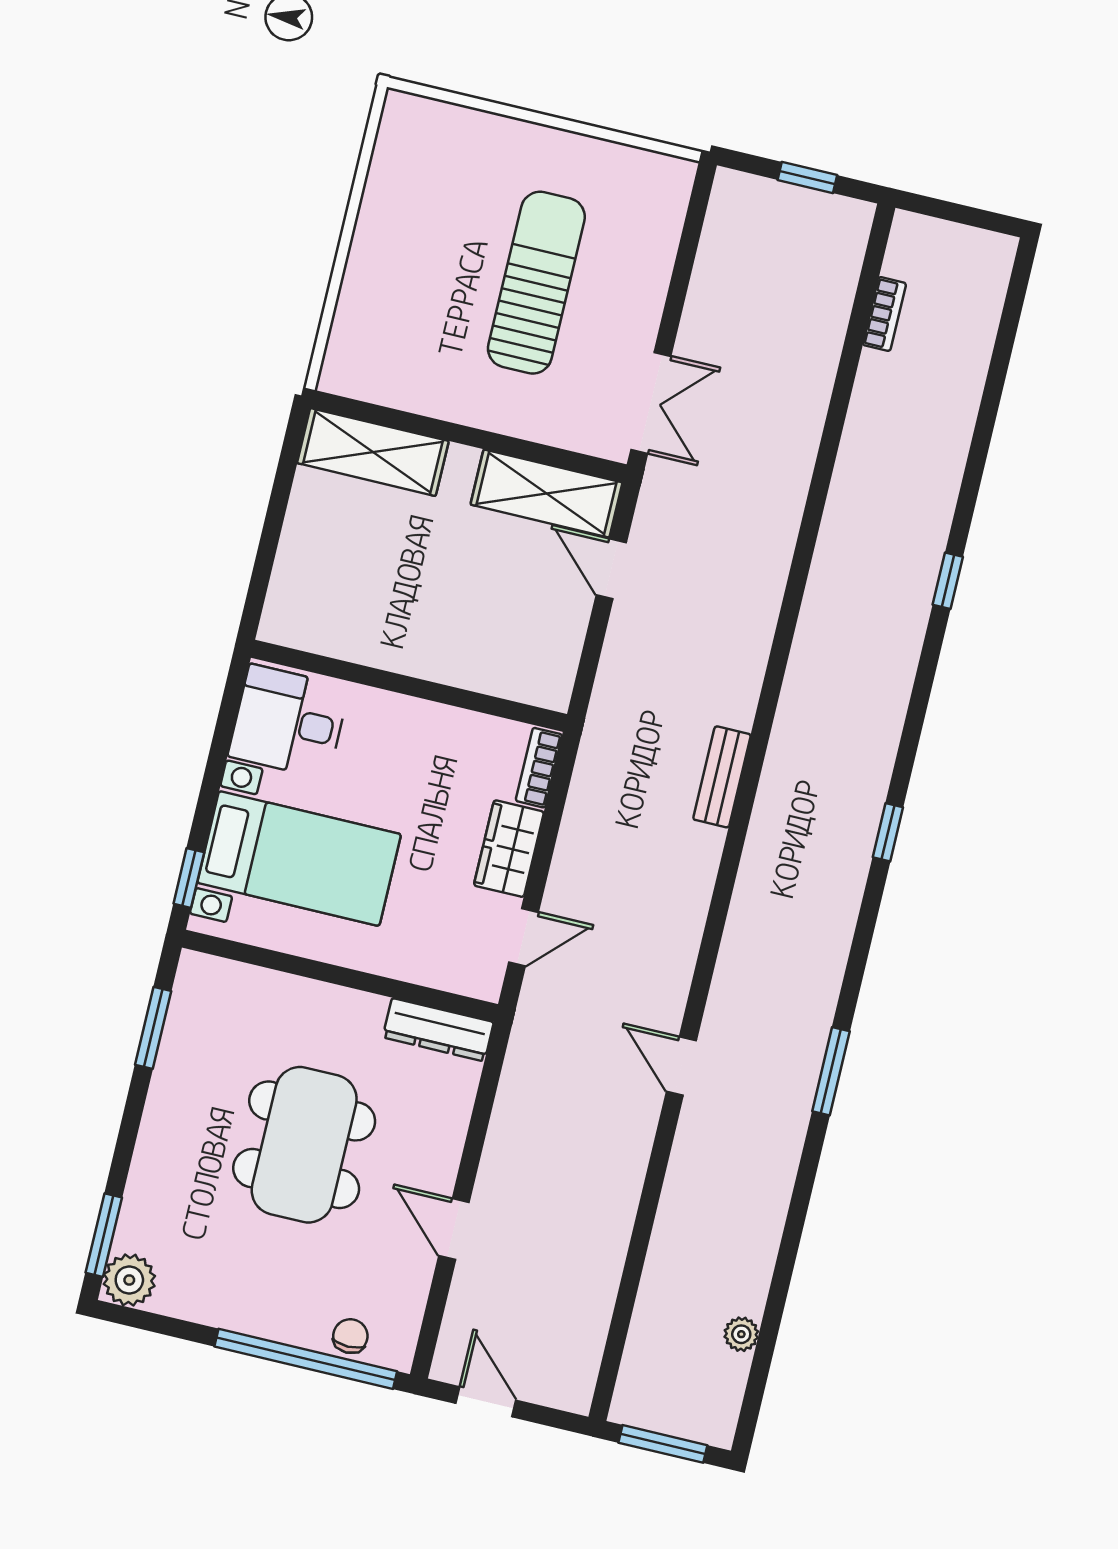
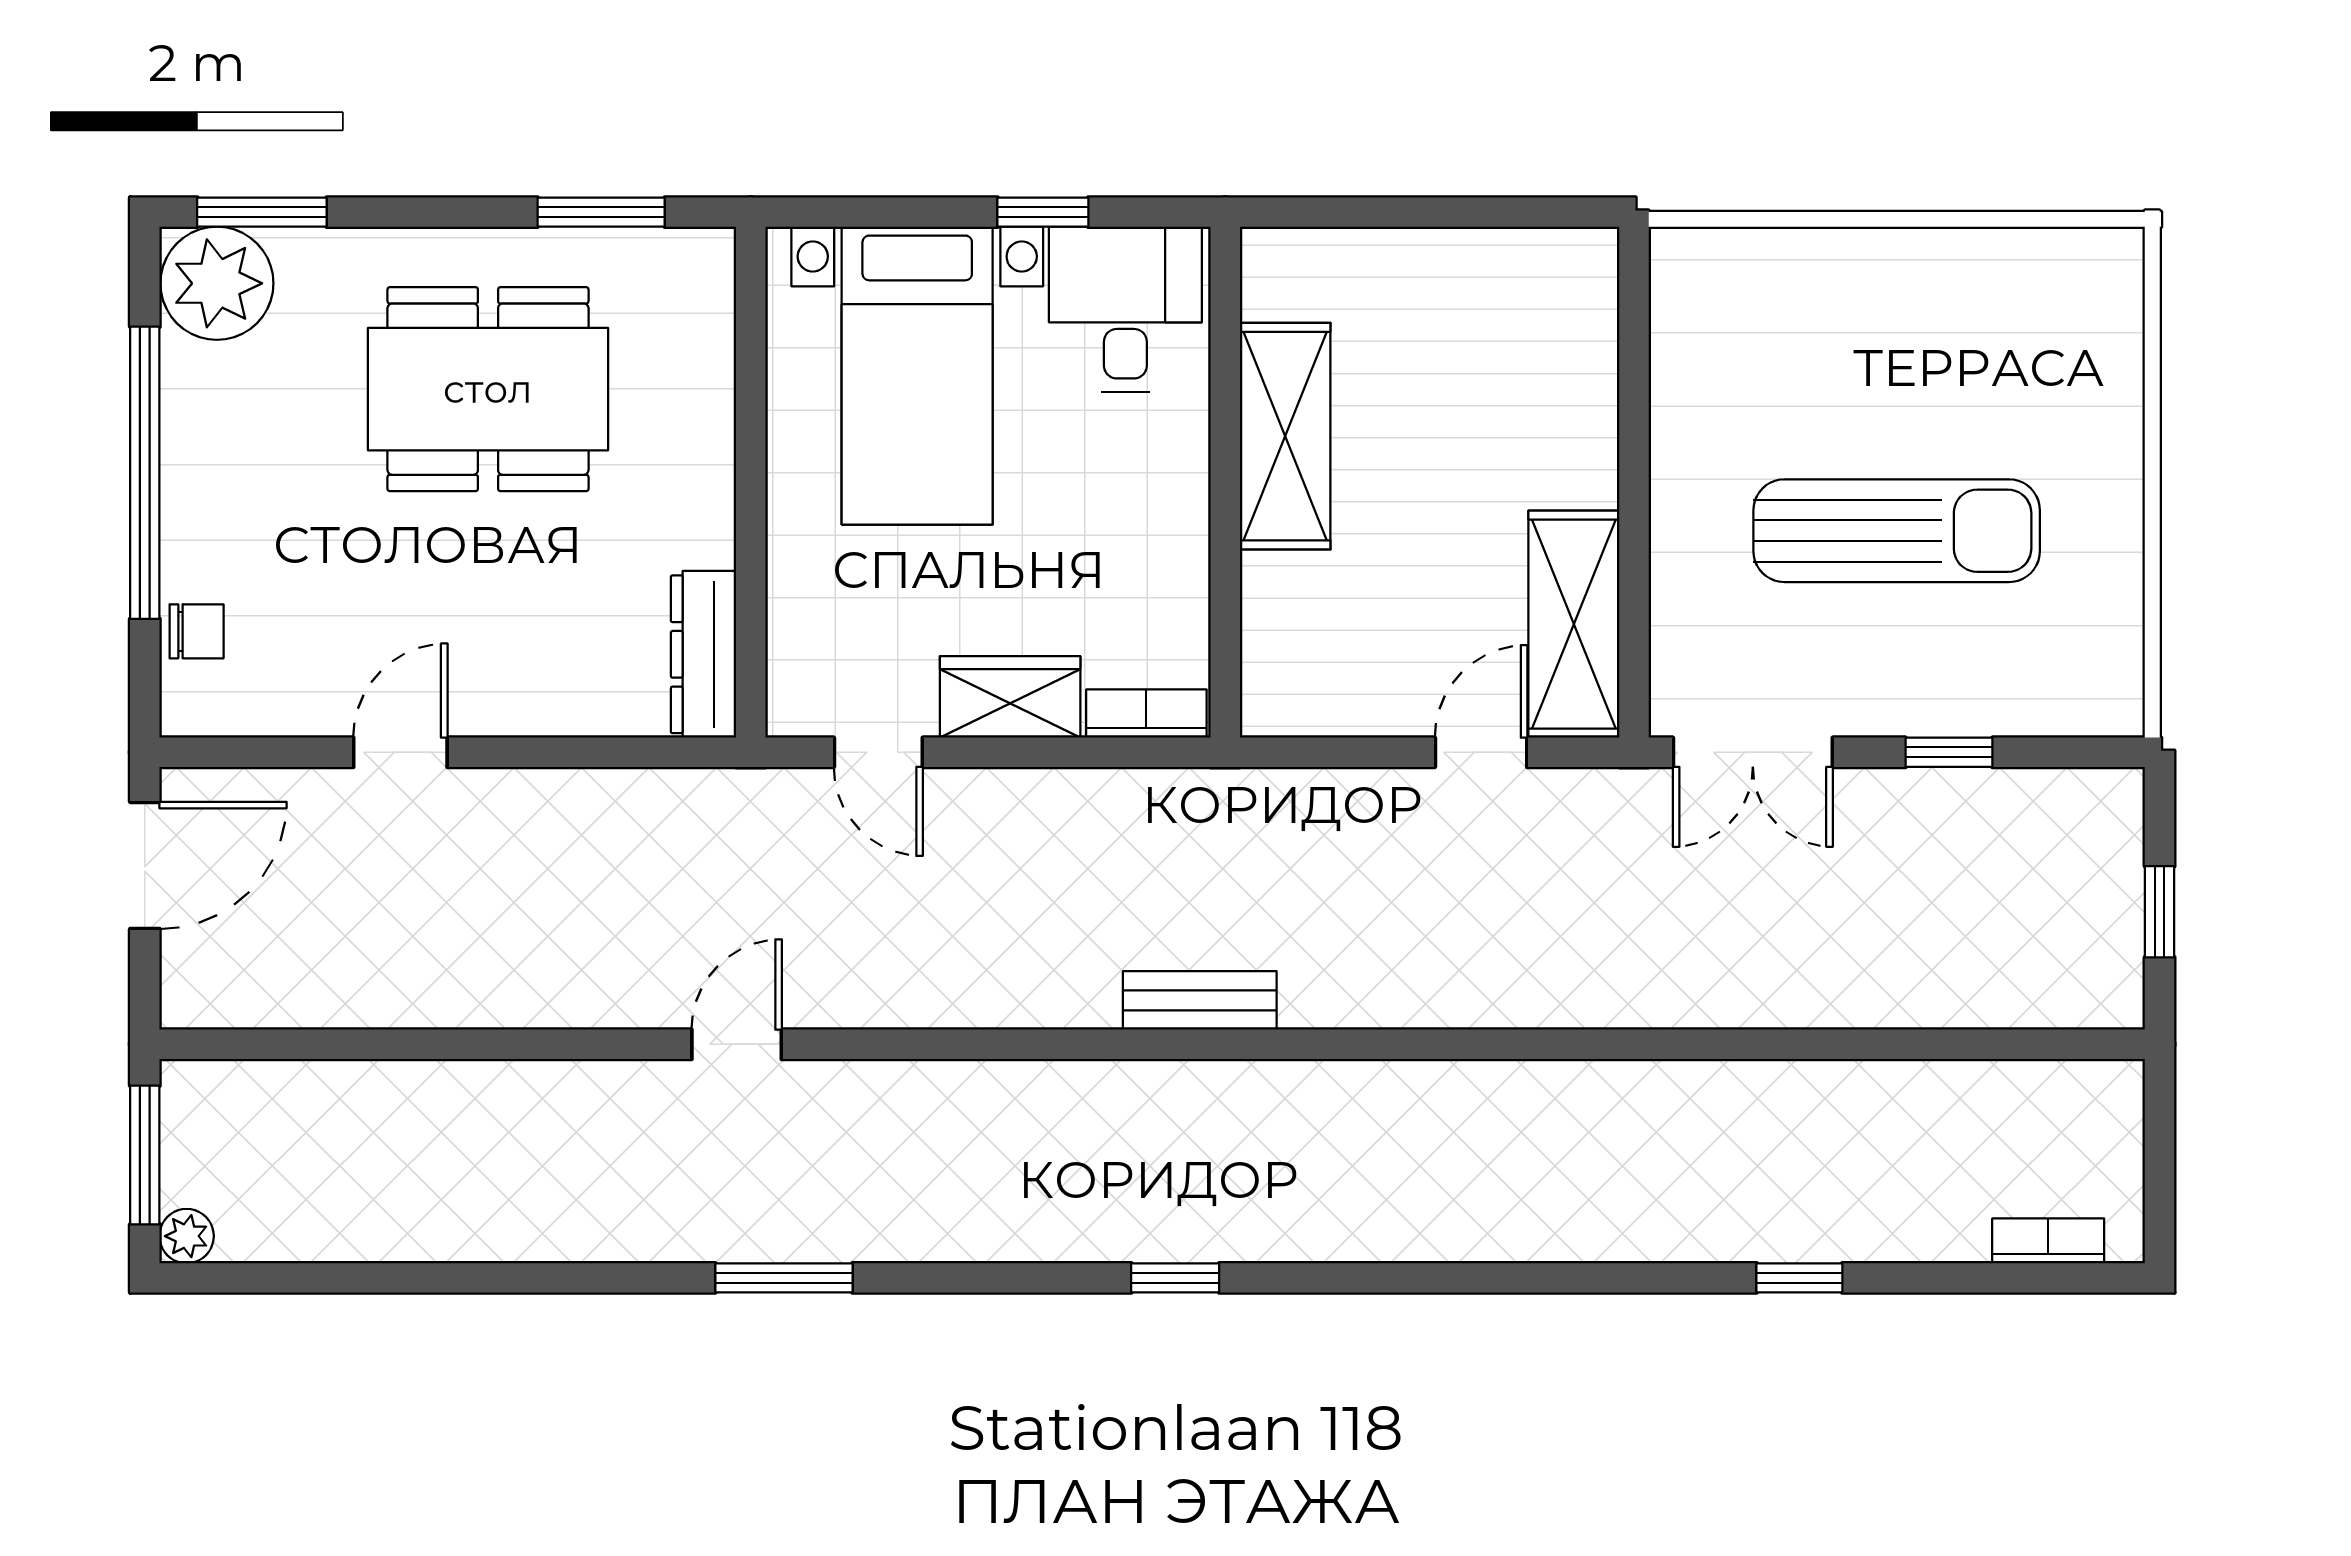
window: (679, 283) -> (1949, 752), added
bookcase: (884, 314) -> (2048, 1241), moved, turned 180
shelving: (373, 452) -> (1285, 436), moved
window: (948, 581) -> (1799, 1278), moved
window: (189, 878) -> (1043, 212), moved
dining table: (304, 1145) -> (488, 389), moved
plant: (129, 1280) -> (217, 283), width x1.36, depth x1.36
plant: (741, 1334) -> (187, 1236), moved
window: (306, 1359) -> (145, 473), moved
door: (486, 1402) -> (145, 865), width x1.38

